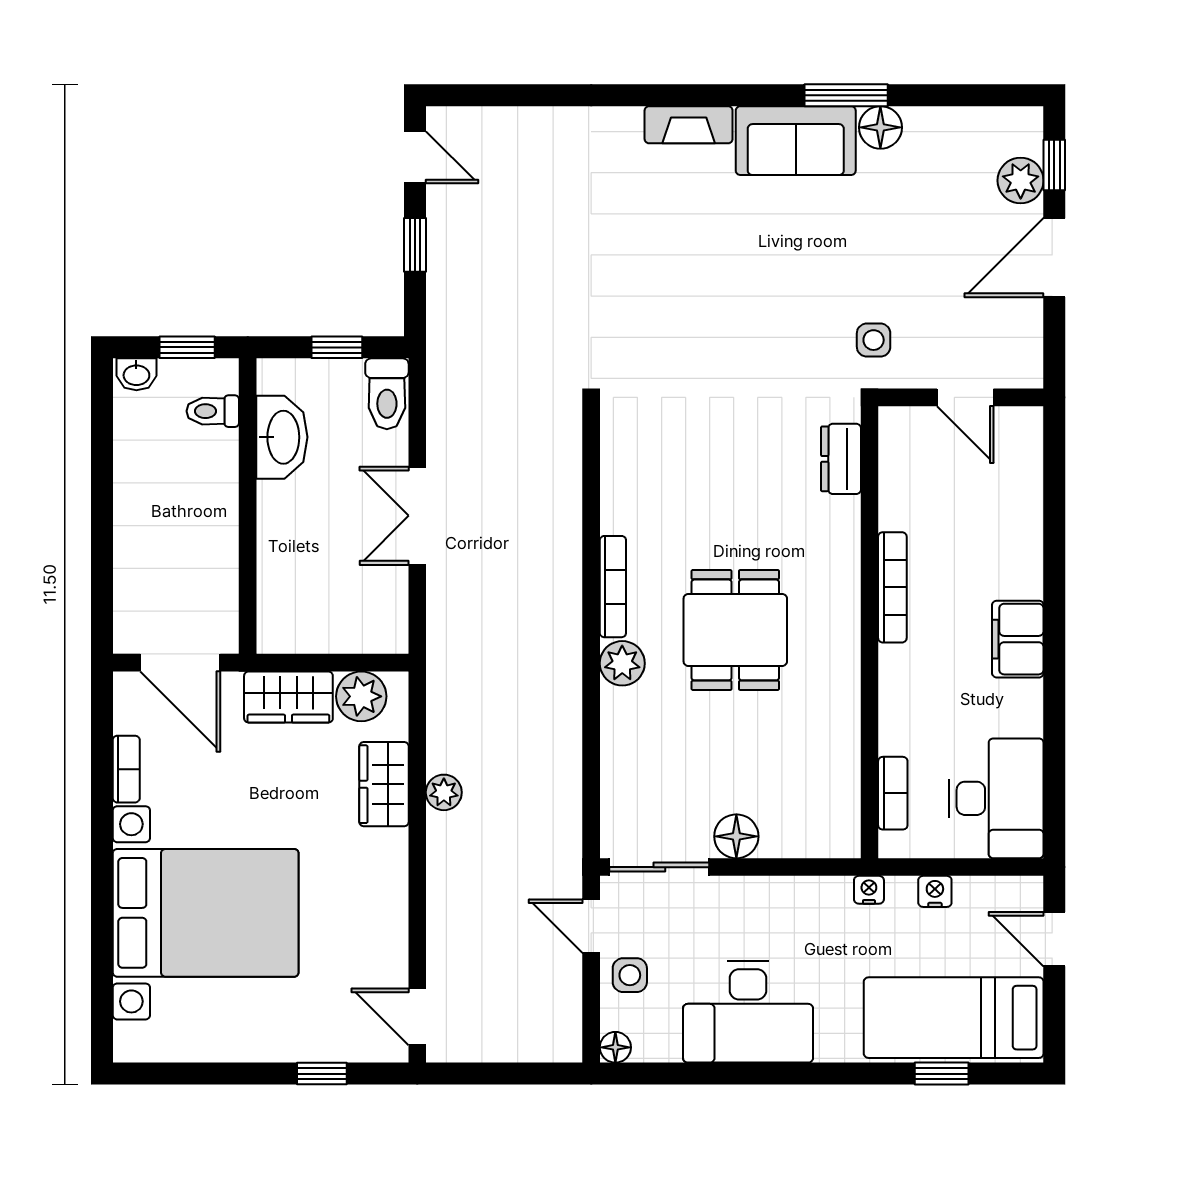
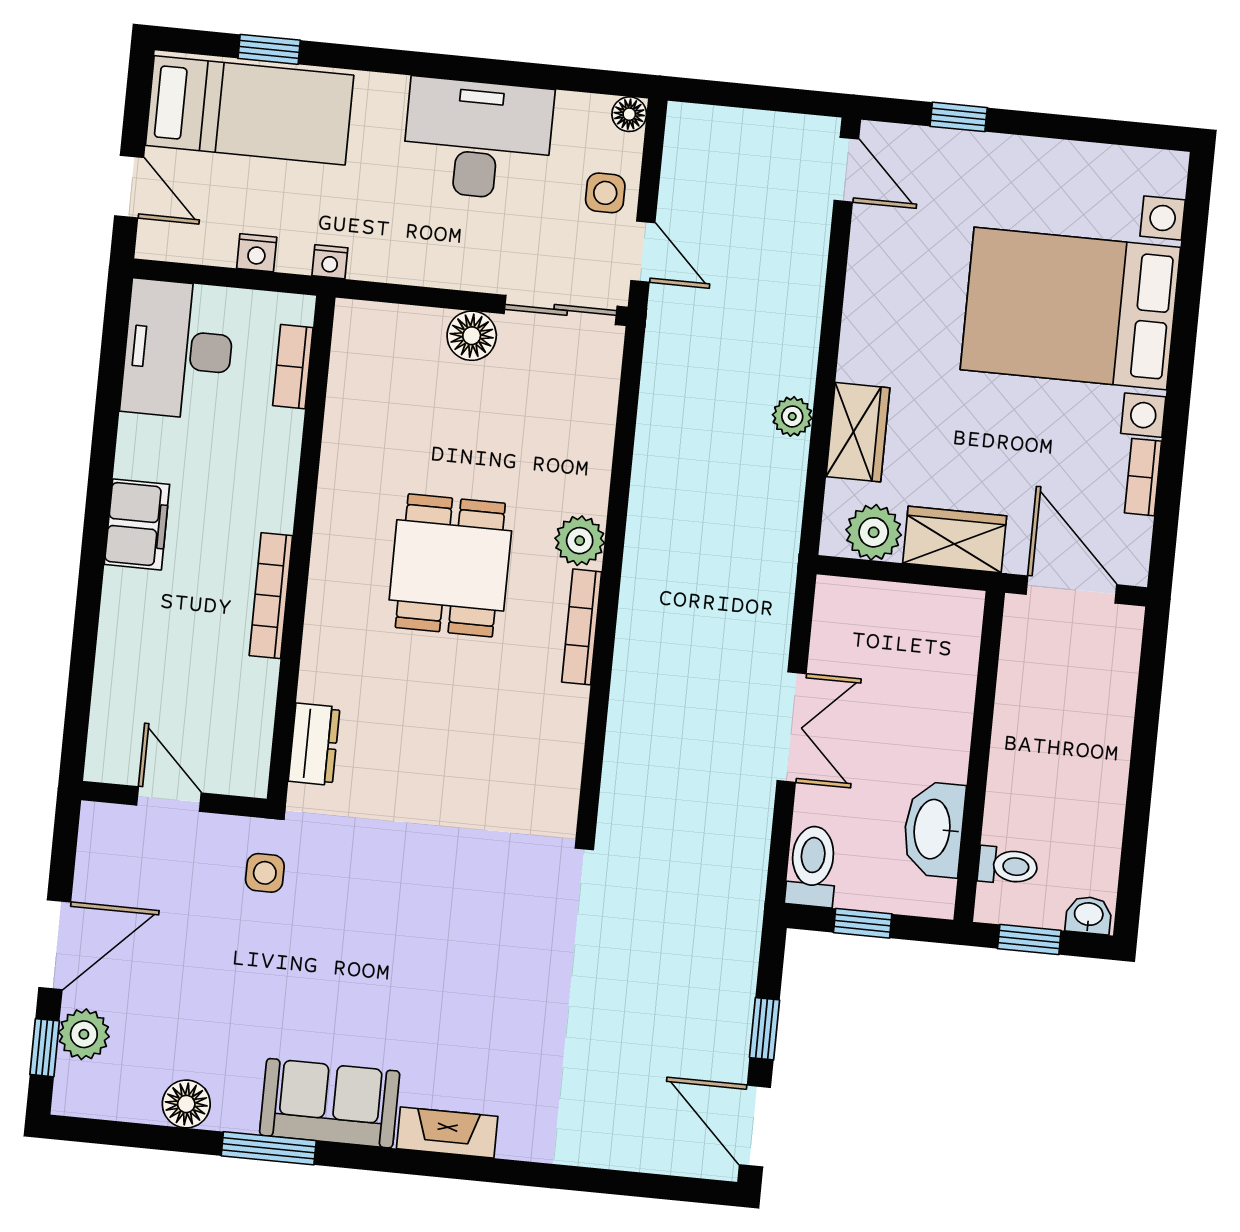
floor lamp: (880, 127) -> (186, 1104), moved
door: (415, 157) -> (755, 1126), width x1.38

